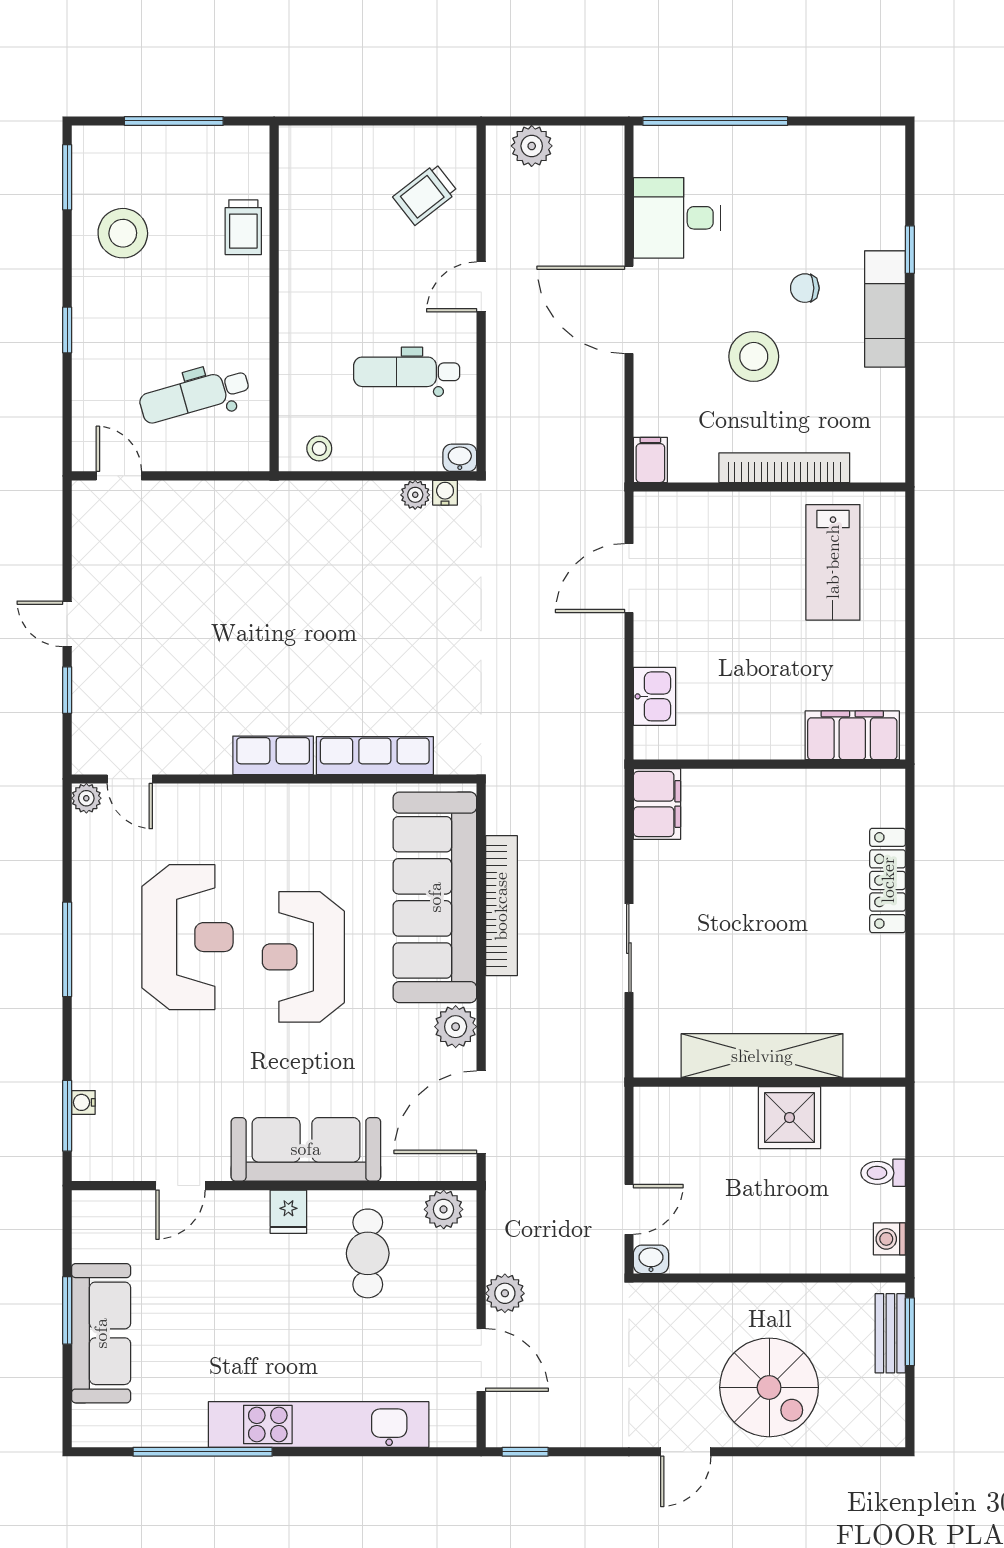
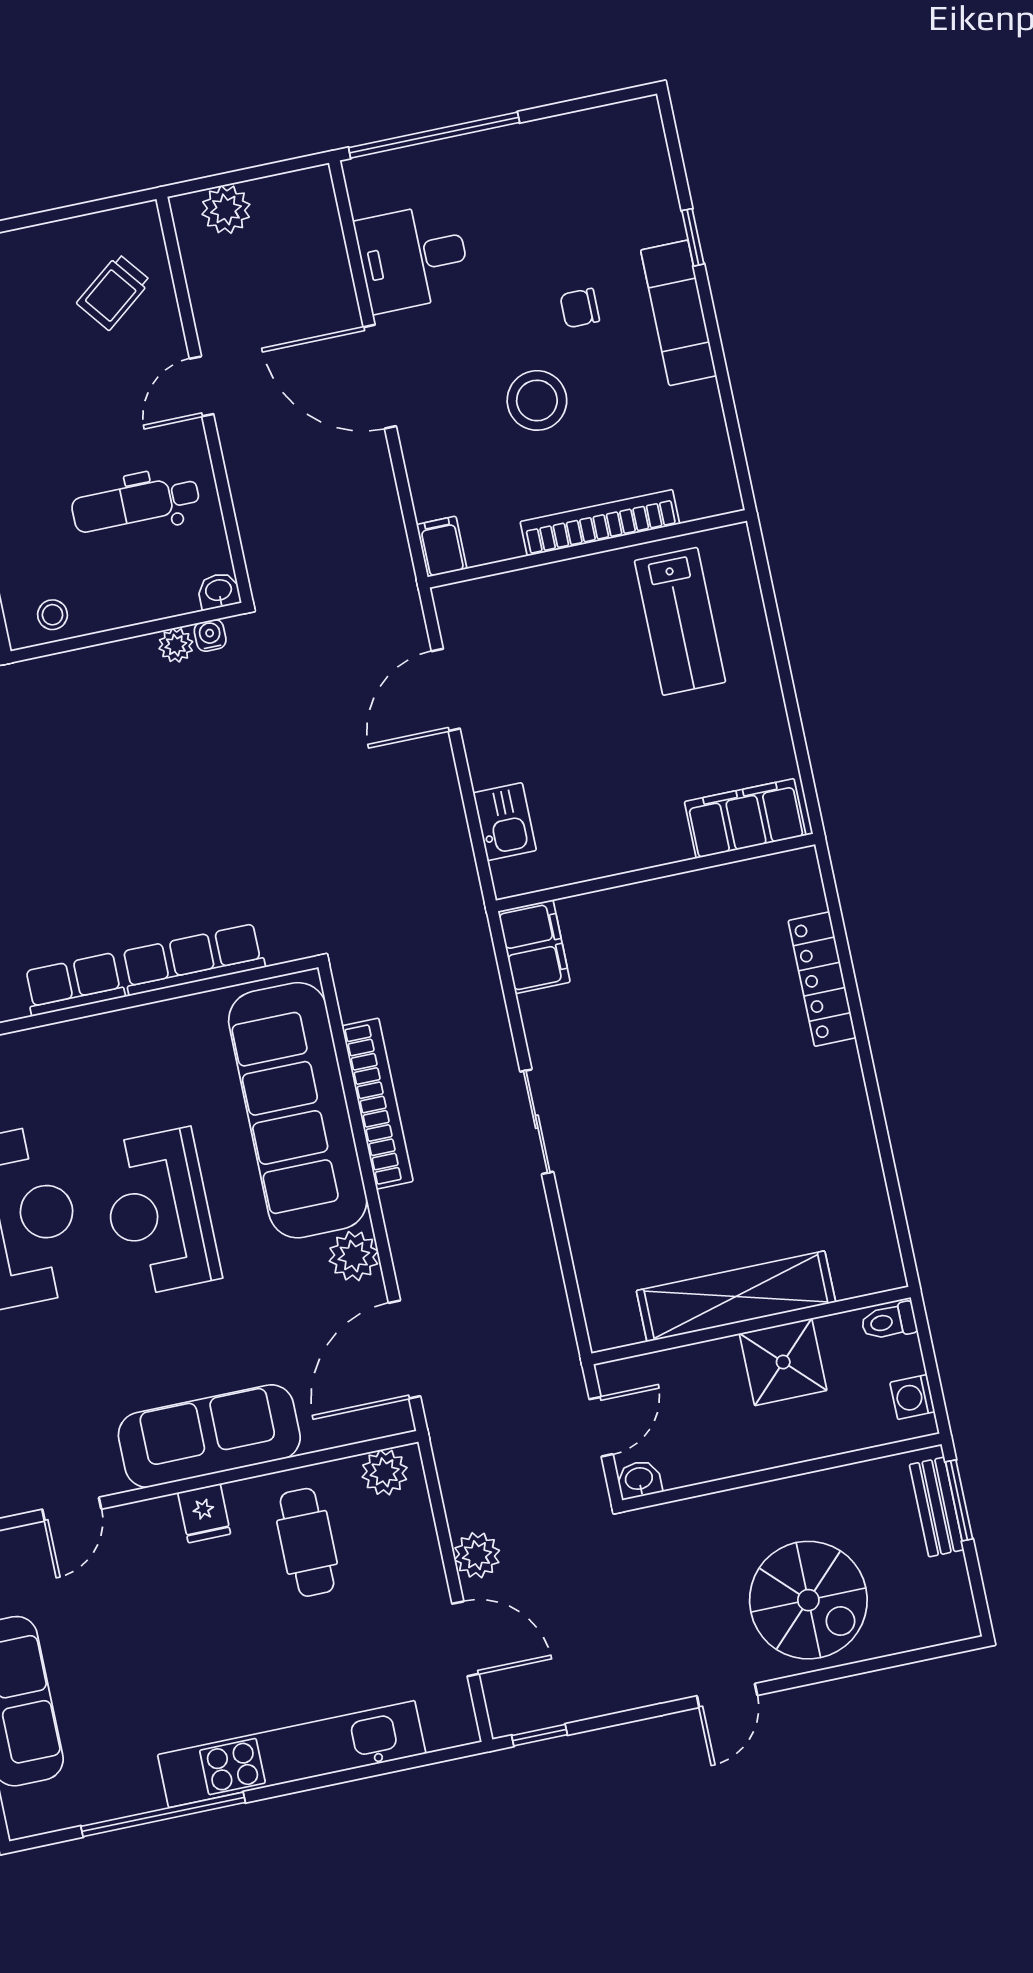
shelving: (762, 1056) -> (736, 1296), moved
wall: (769, 1082) -> (751, 1326), moved
shower: (789, 1118) -> (783, 1362), moved

